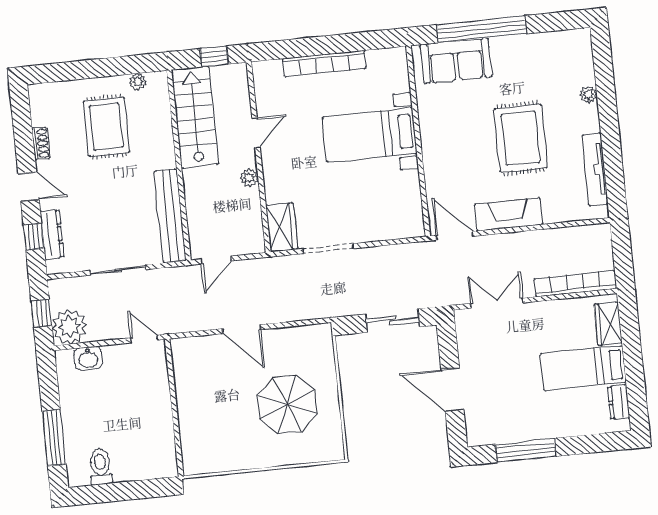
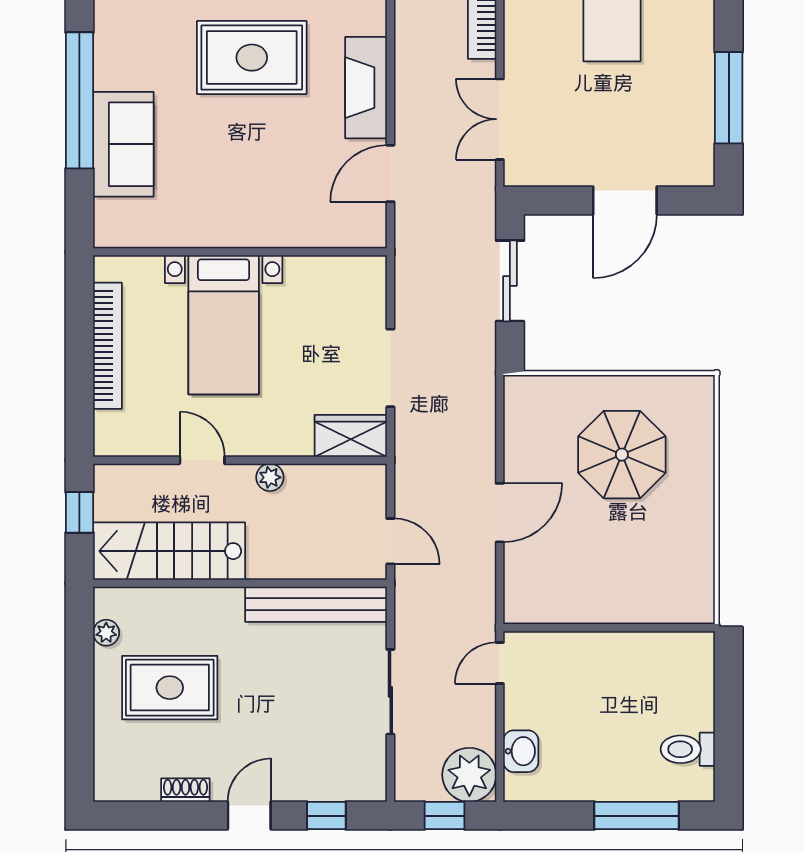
bed with nightstands: (370, 135) -> (224, 325), moved
wall: (418, 141) -> (240, 252), moved
dresser: (52, 234) -> (326, 787), removed

